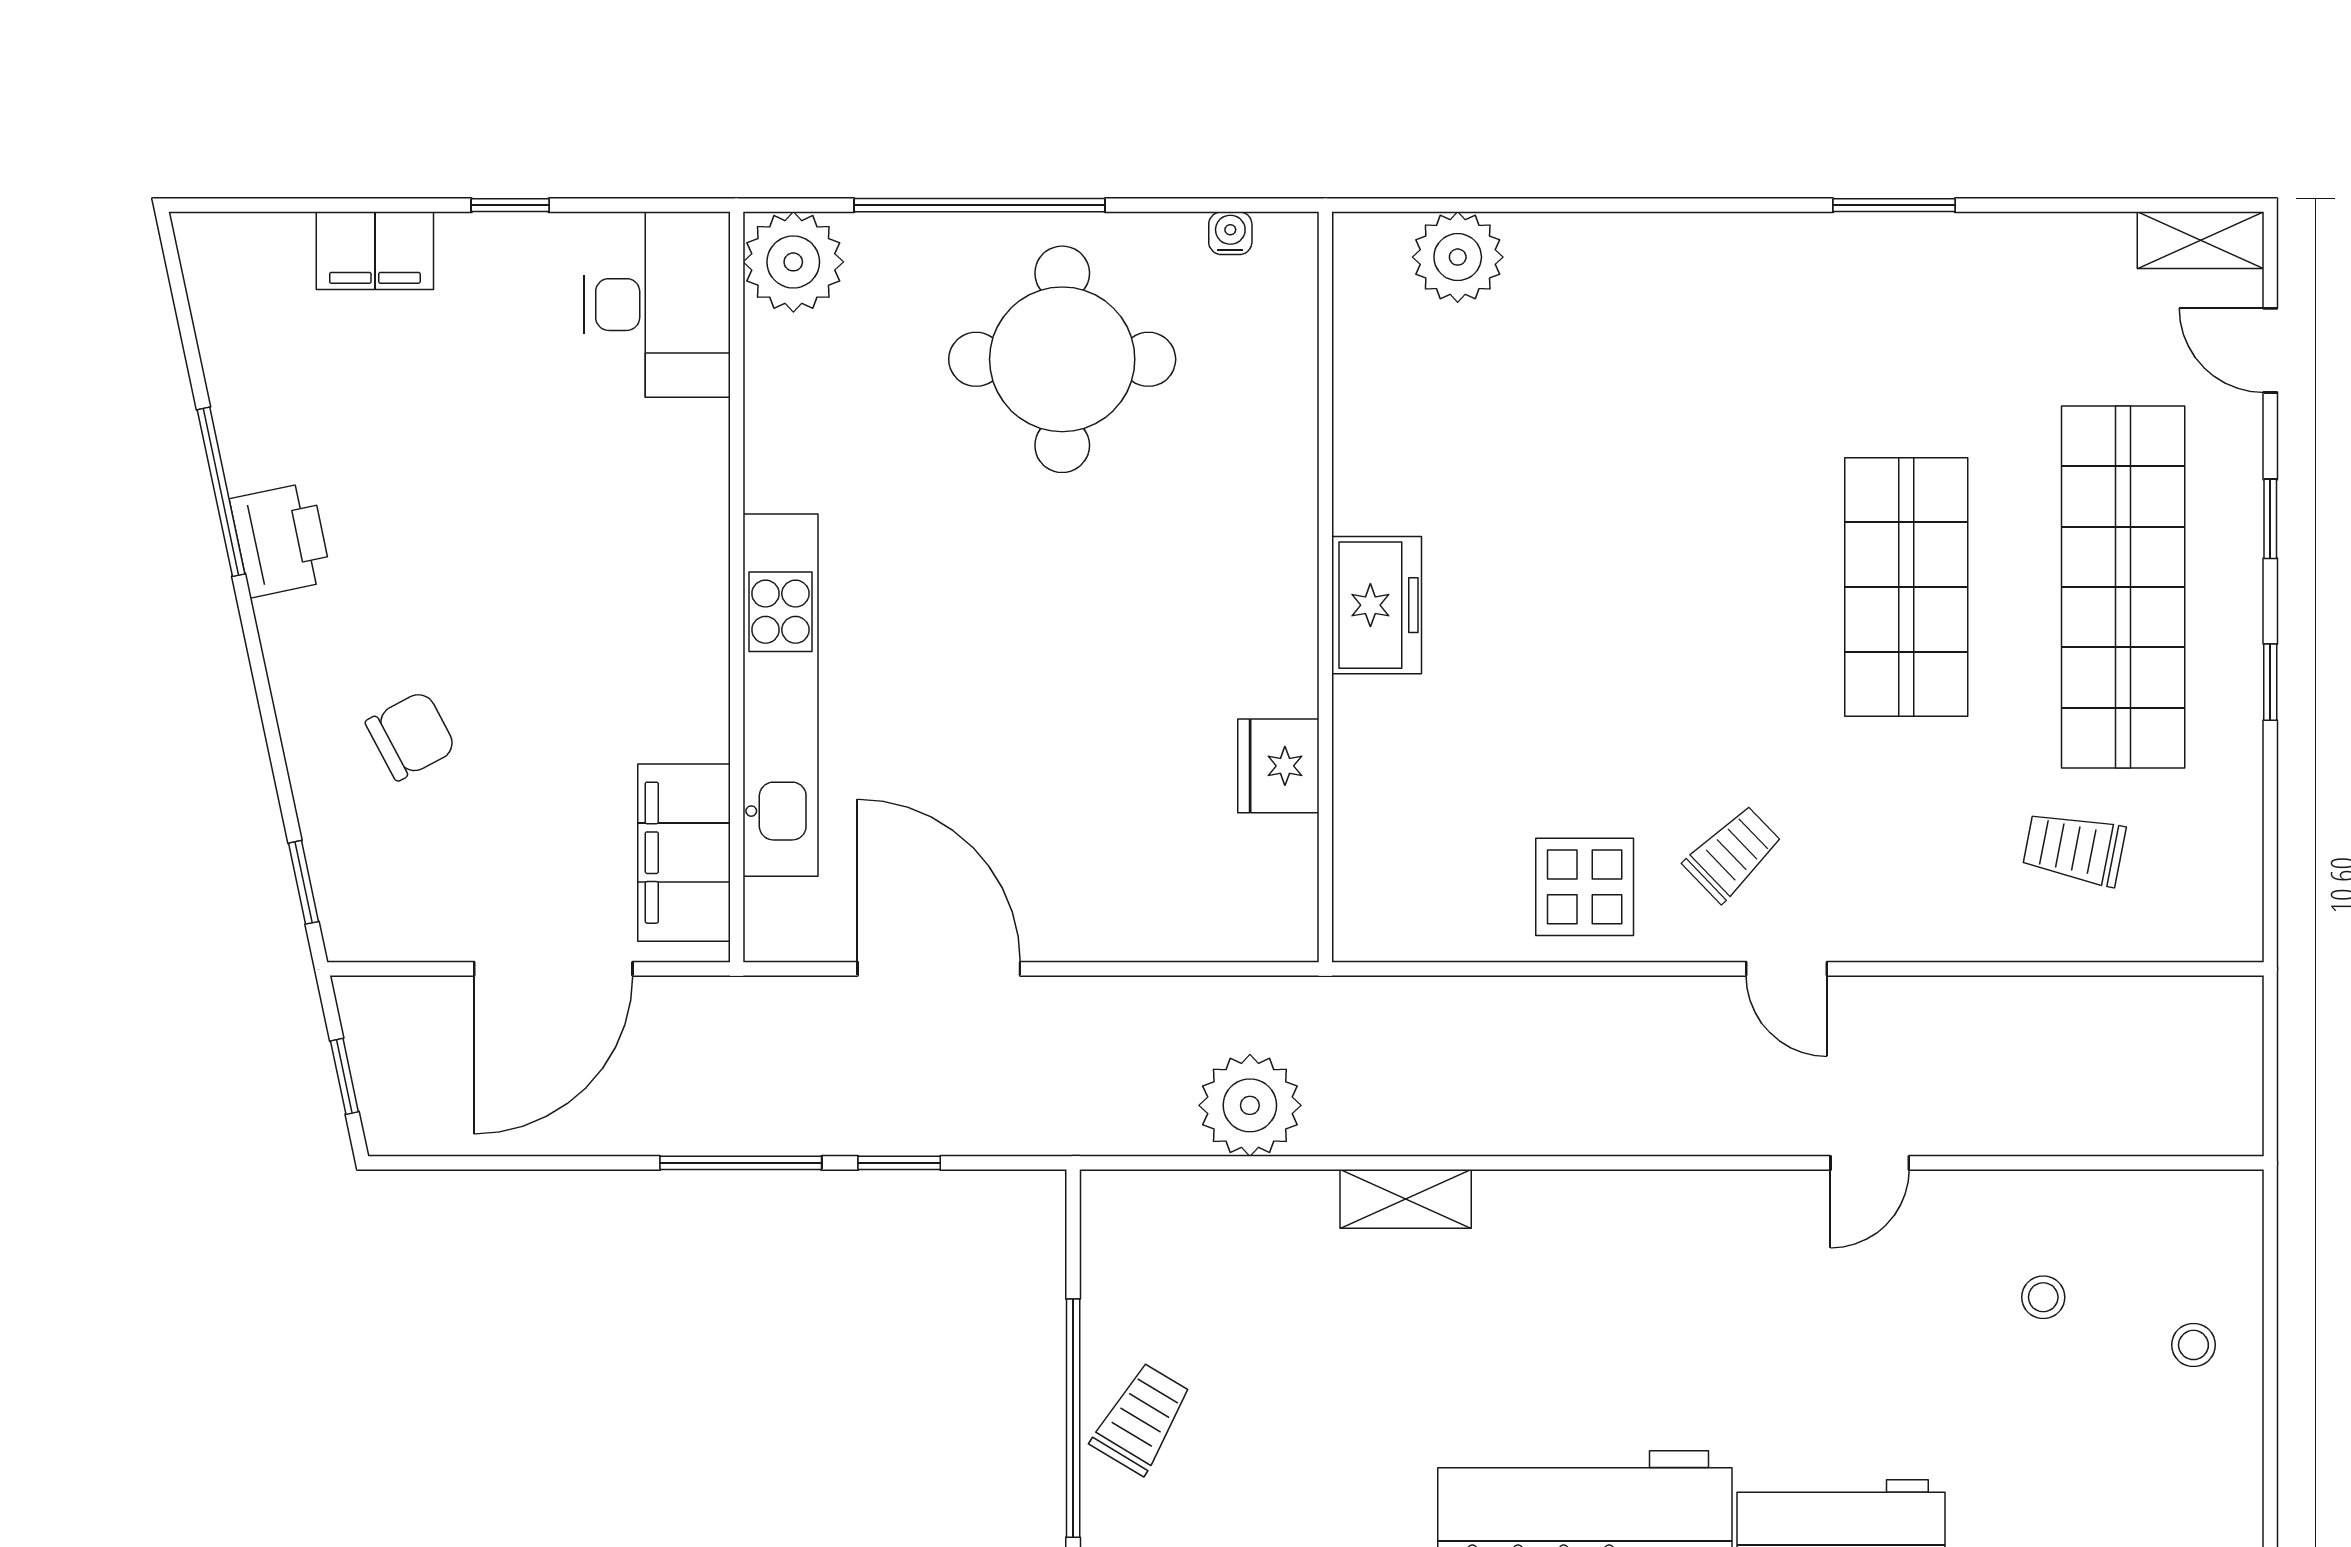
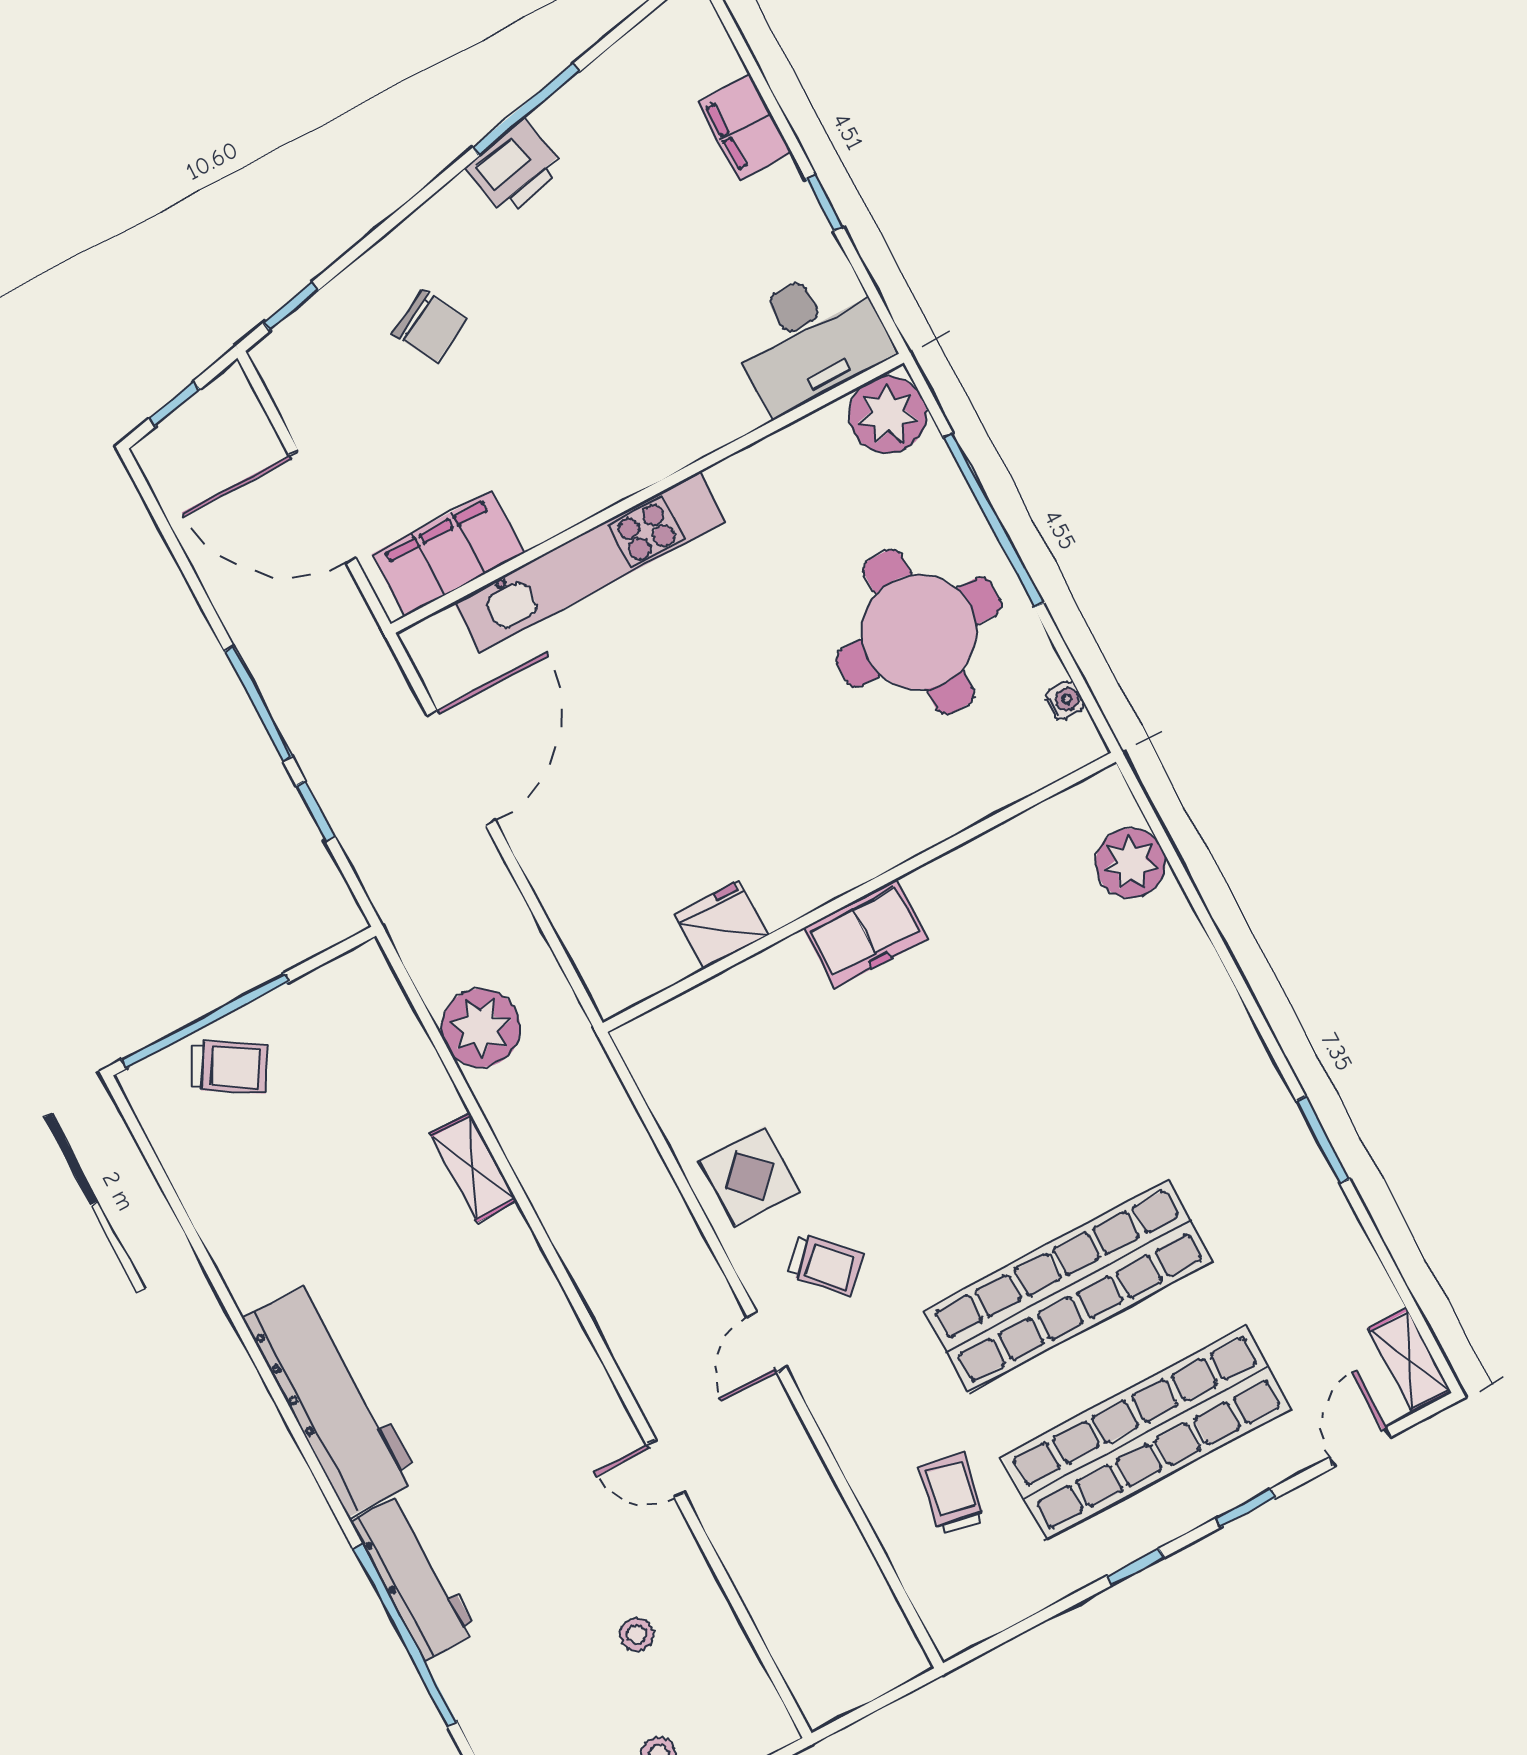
shop shelf: (1906, 587) -> (1069, 1286), width x1.40

